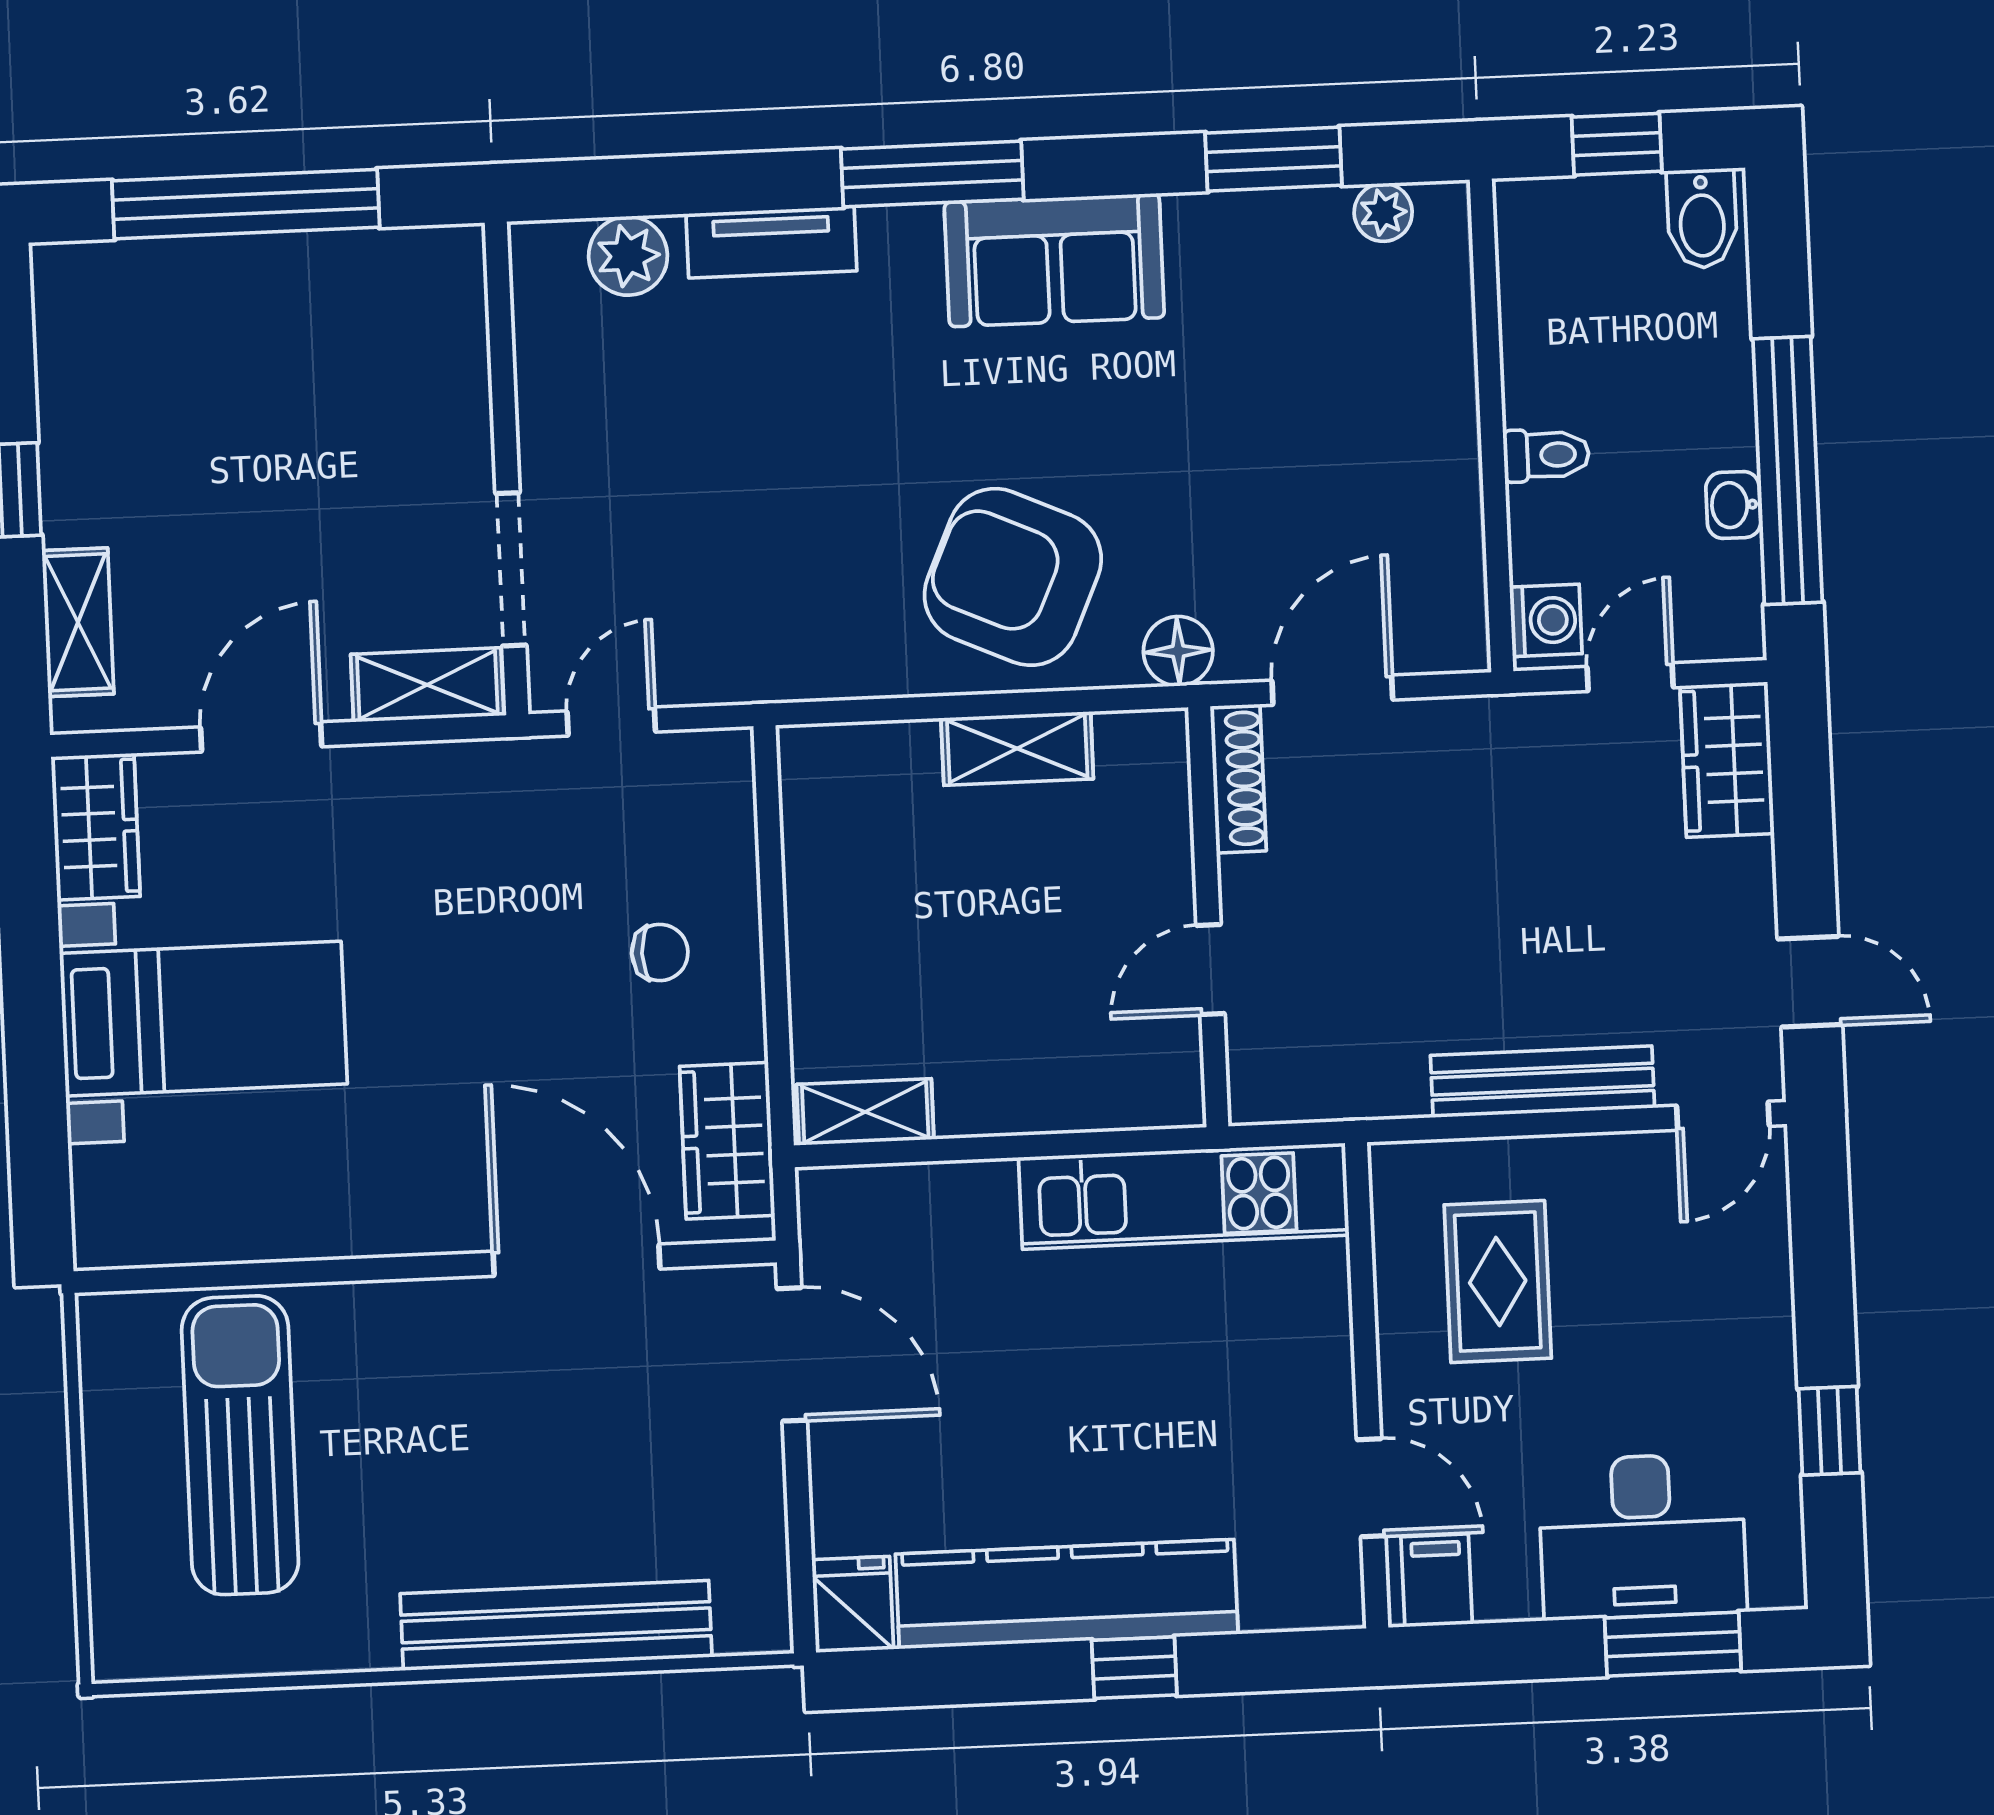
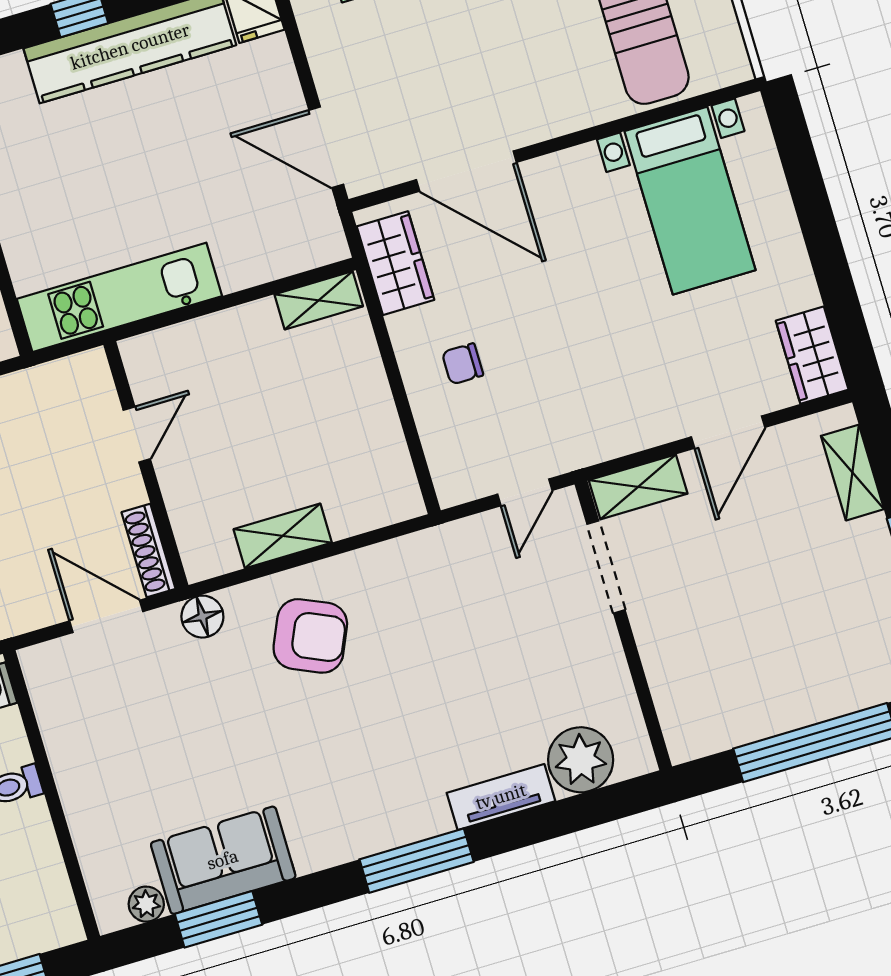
plant: (628, 256) -> (581, 760), width x1.36, depth x1.36
sofa: (1054, 260) -> (223, 860), moved
armchair: (1013, 577) -> (310, 636), width x0.73, depth x0.73
door: (1332, 690) -> (106, 616), swing flipped
bed with nightstands: (203, 1019) -> (690, 201), moved, turned -90

